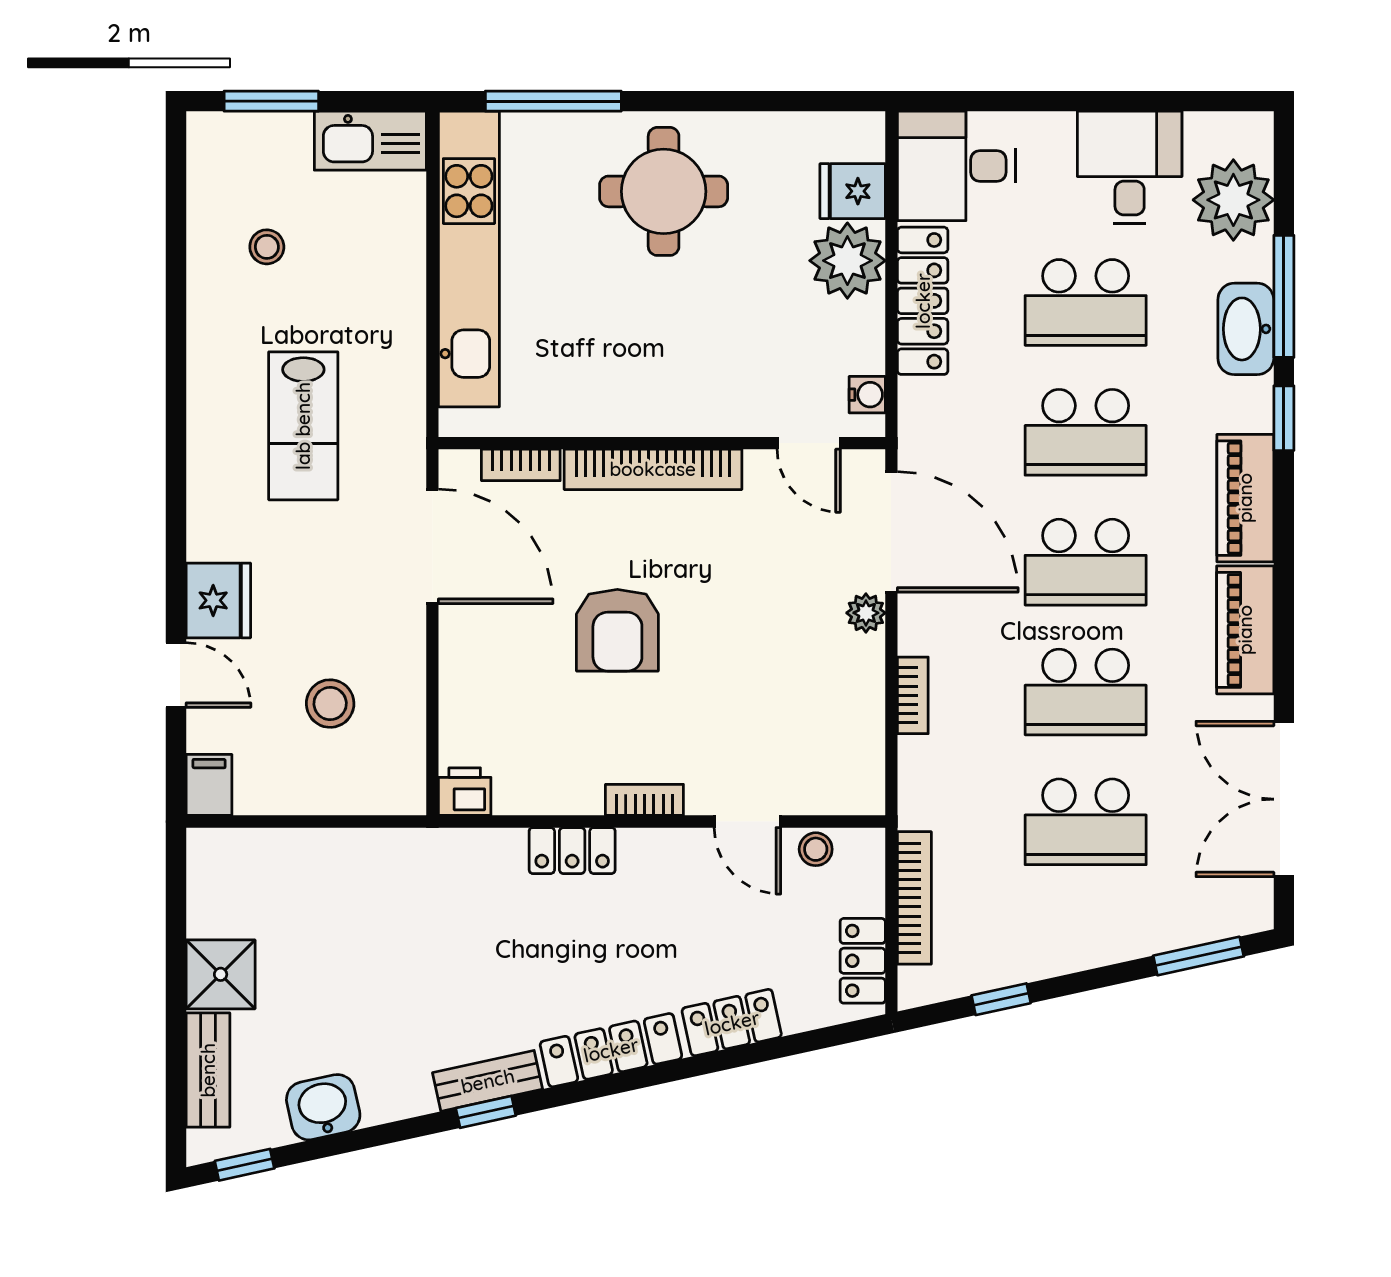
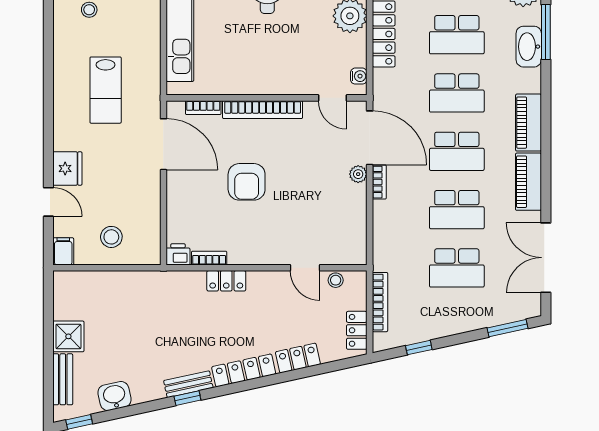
window: (1284, 418) -> (546, 87), removed
bookcase: (913, 695) -> (379, 182), moved
stool: (330, 704) -> (111, 237), moved
bookcase: (644, 800) -> (209, 258), moved

